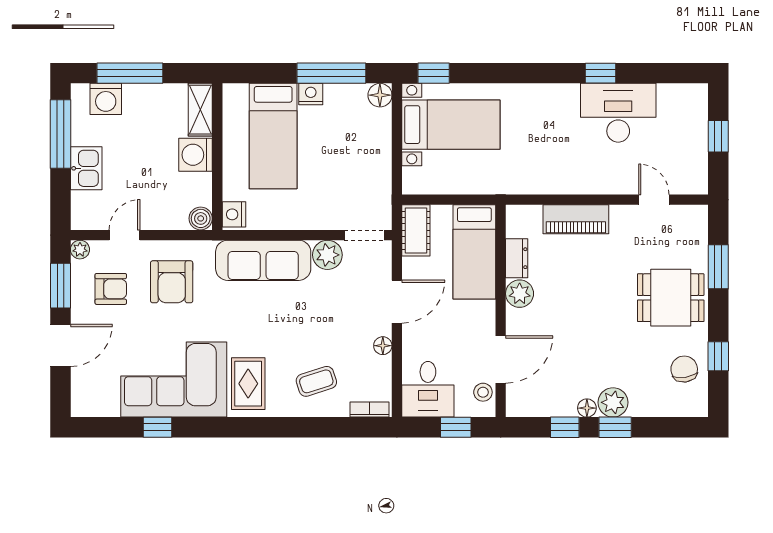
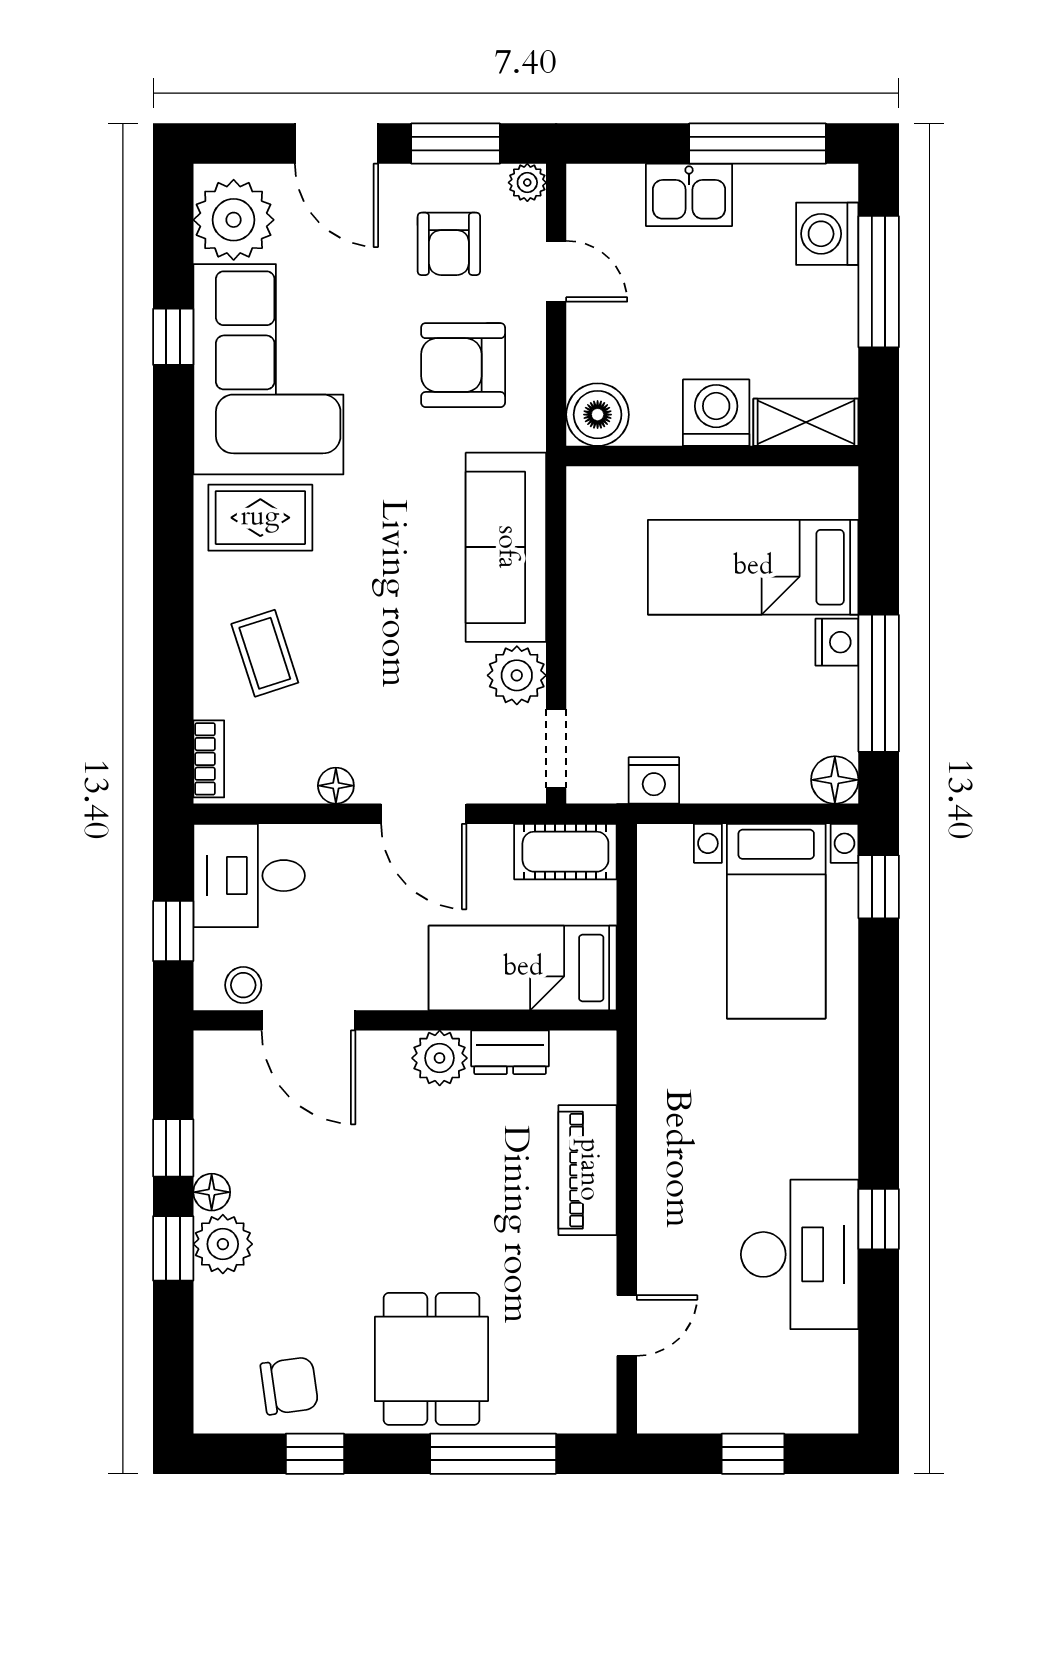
nightstand: (234, 214) -> (654, 780), moved, turned 180
boiler: (201, 218) -> (598, 415), width x1.36, depth x1.36
window: (718, 267) -> (493, 1454), width x1.44
plant: (99, 397) -> (234, 220), added

